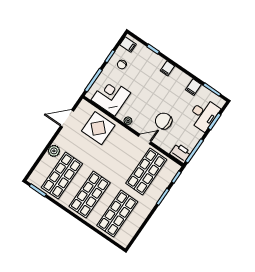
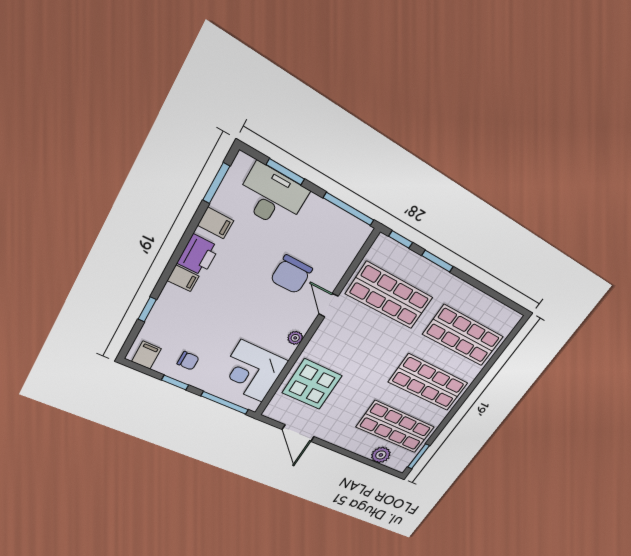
plant: (54, 151) -> (381, 455), moved
printer: (180, 153) -> (198, 255), moved, turned 180

